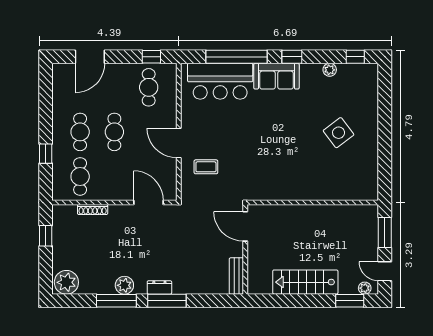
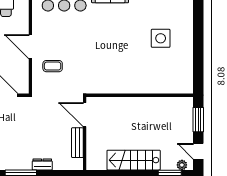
side table: (339, 133) -> (161, 38), turned 37
bench: (236, 276) -> (77, 143), moved
dresser: (159, 287) -> (42, 164), moved

